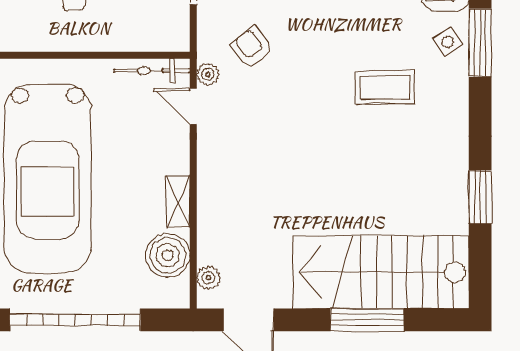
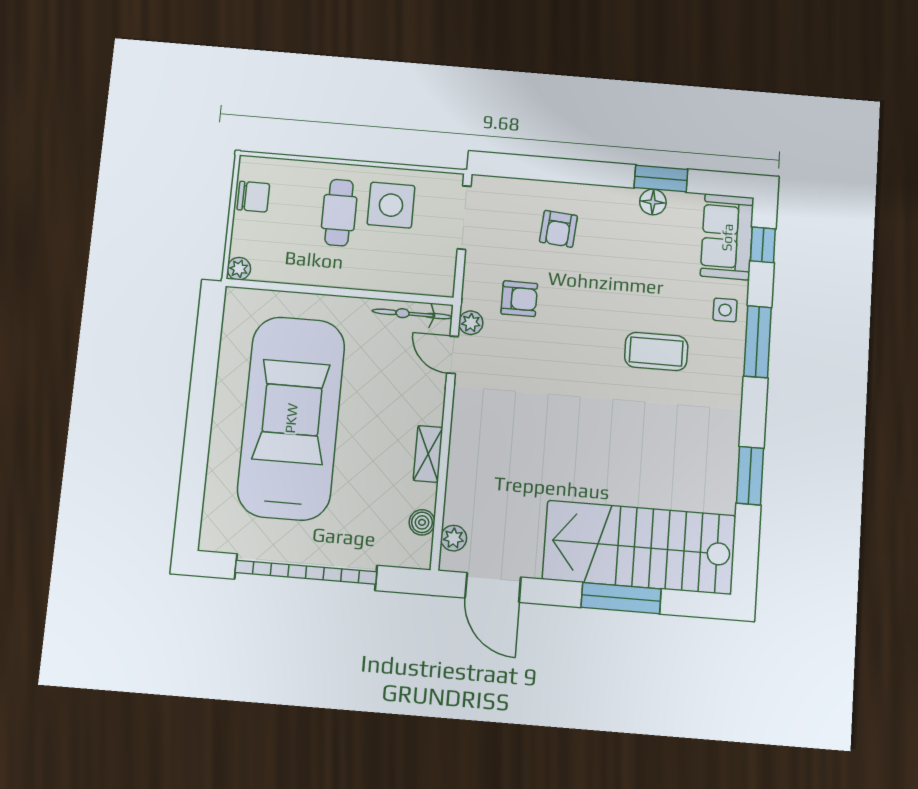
side table: (448, 42) -> (725, 310), turned 33
window: (480, 43) -> (757, 342), moved
armchair: (252, 48) -> (519, 299), turned 128
car: (48, 178) -> (291, 418), turned 180
boiler: (168, 255) -> (422, 522), width x0.54, depth x0.54

